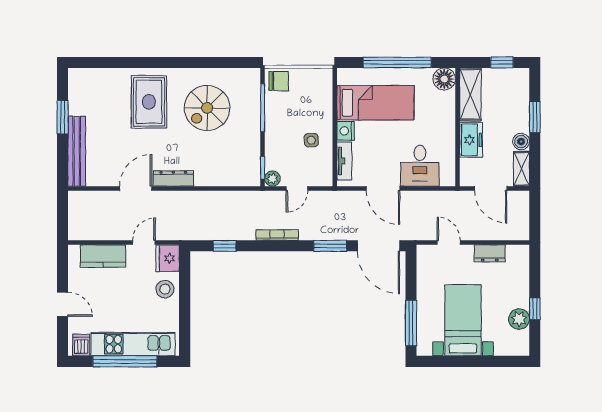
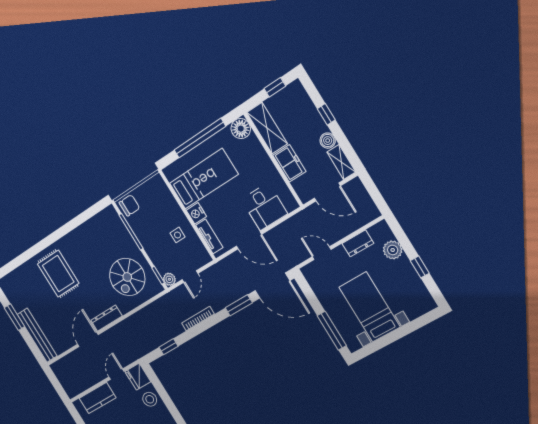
spiral stairs: (207, 108) -> (127, 277), moved
window: (535, 117) -> (326, 114), width x0.67
plant: (519, 319) -> (393, 250), moved

